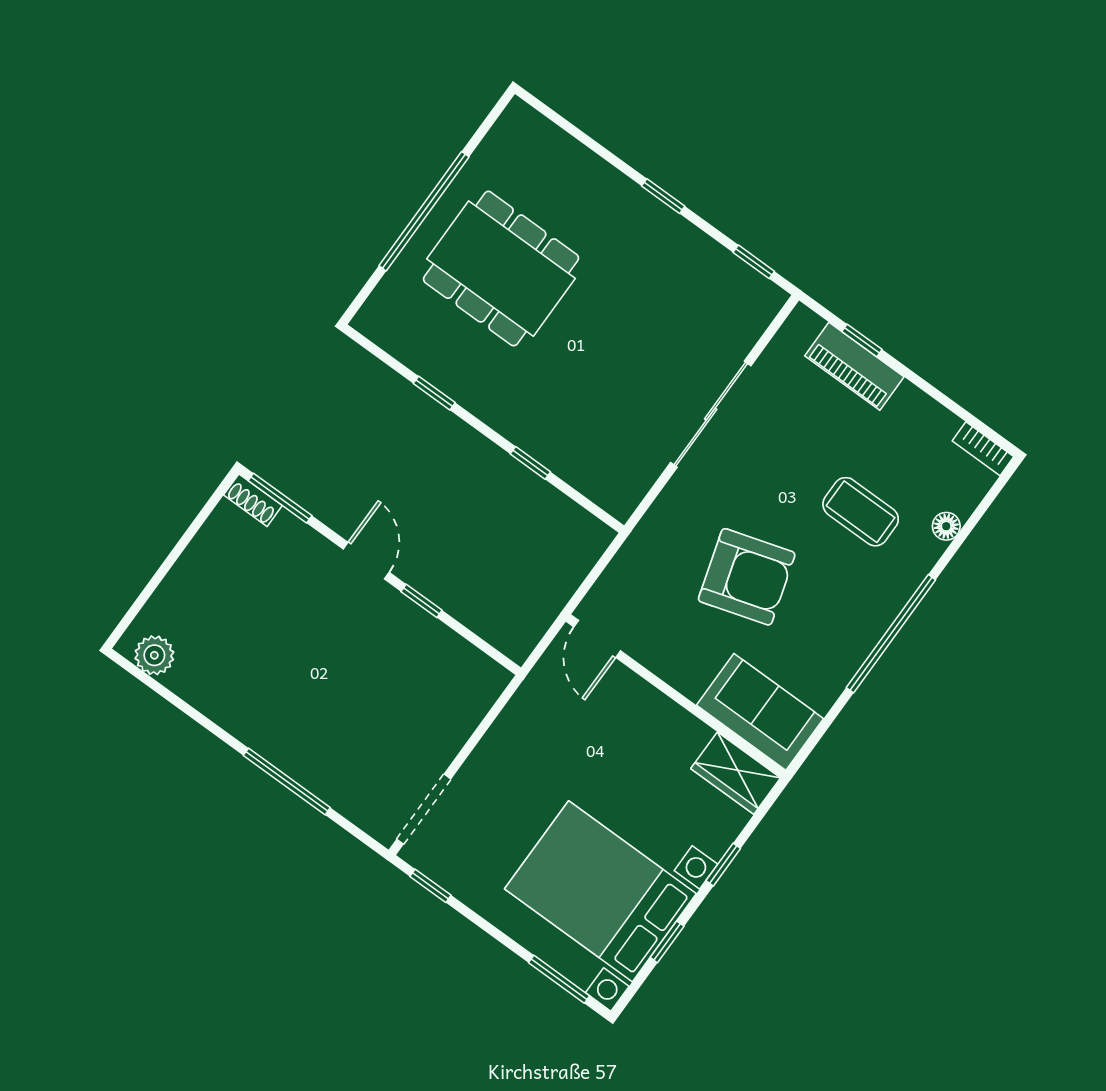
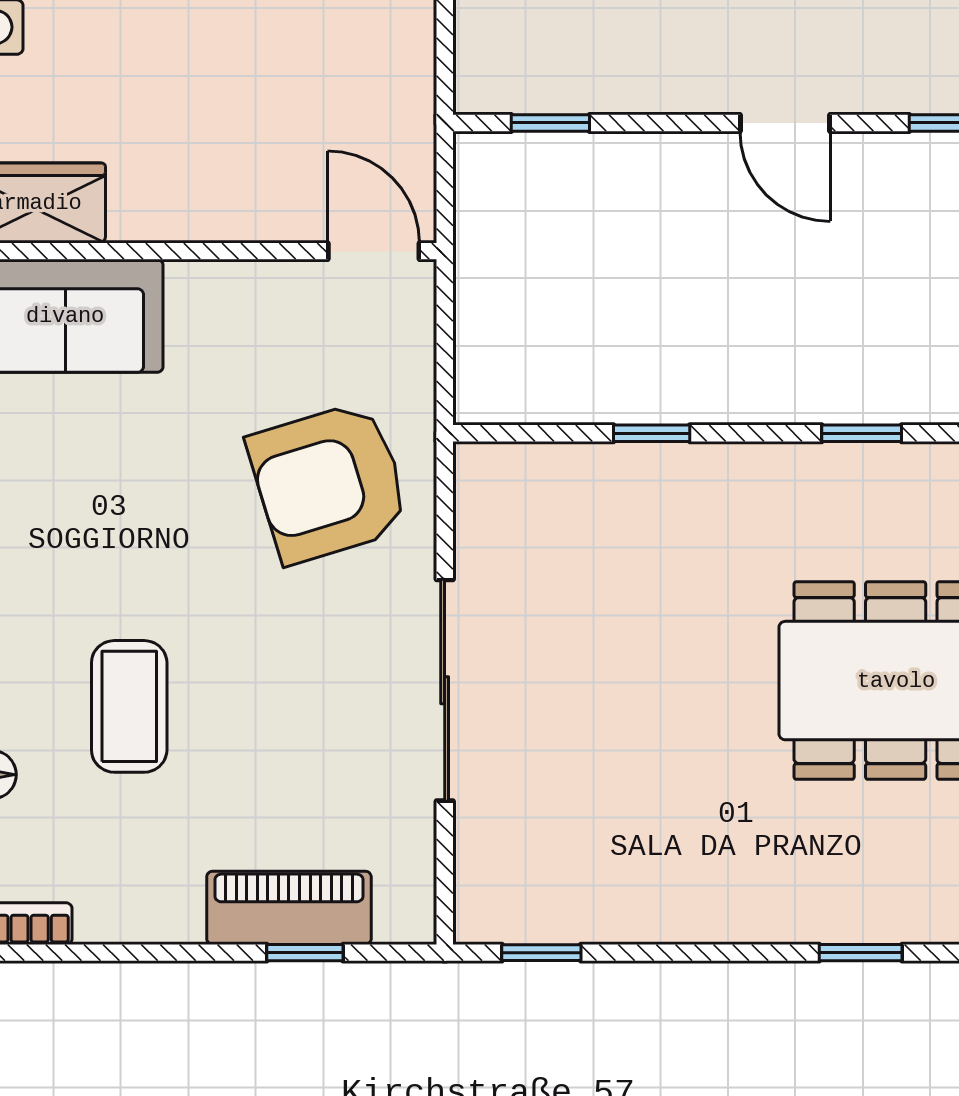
window: (663, 196) -> (861, 953), moved
coffee table: (861, 512) -> (129, 706), turned 90
armchair: (747, 577) -> (329, 483), moved
window: (421, 601) -> (550, 123), moved

